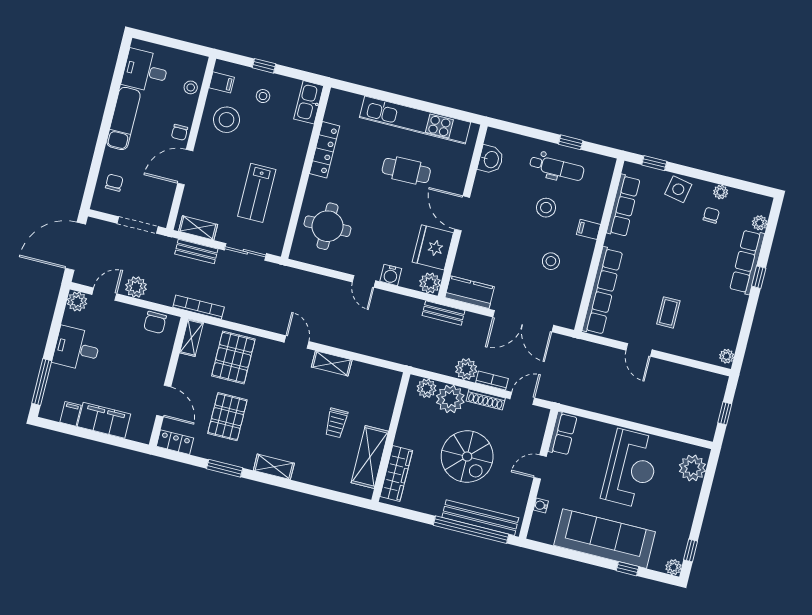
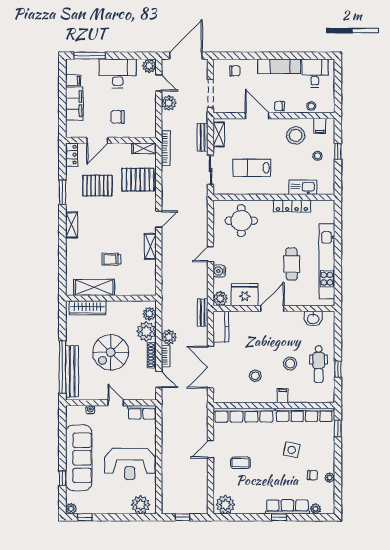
kitchen sink: (309, 102) -> (303, 187), moved
side table: (678, 189) -> (292, 450), moved
row of seats: (623, 206) -> (304, 415), width x1.36
door: (76, 246) -> (186, 56), hinge flipped
chair: (155, 322) -> (117, 117), moved
desk: (77, 349) -> (118, 73), width x1.37
plant: (727, 356) -> (225, 505), width x1.88, depth x1.88

